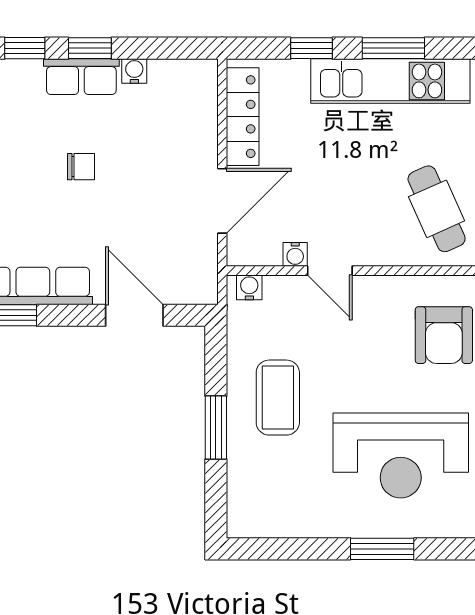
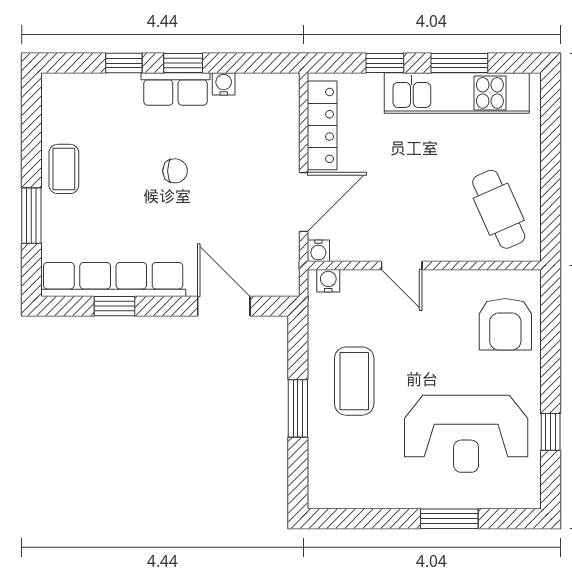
water cooler: (295, 254) -> (318, 251), moved

